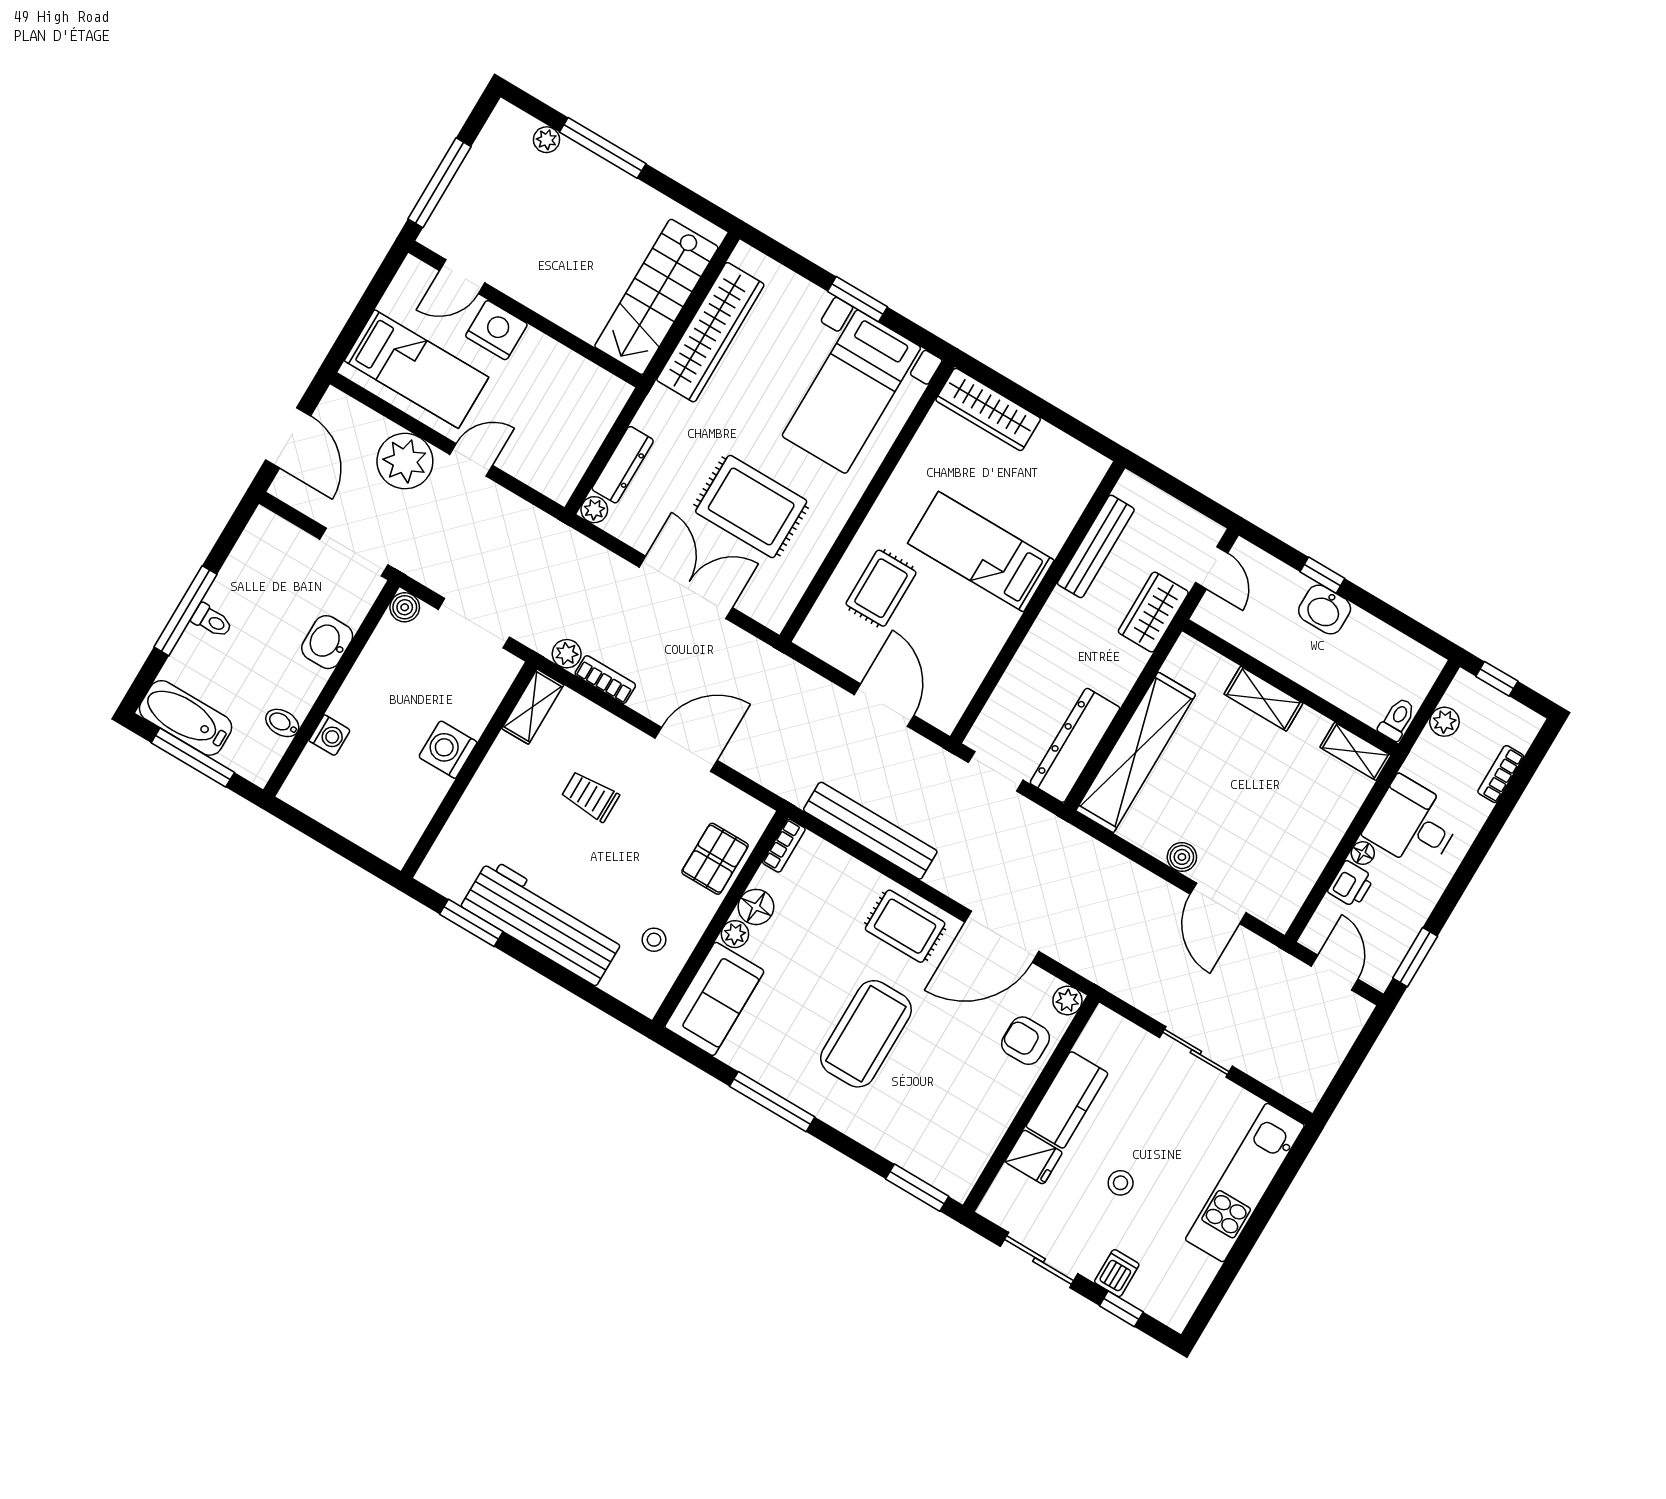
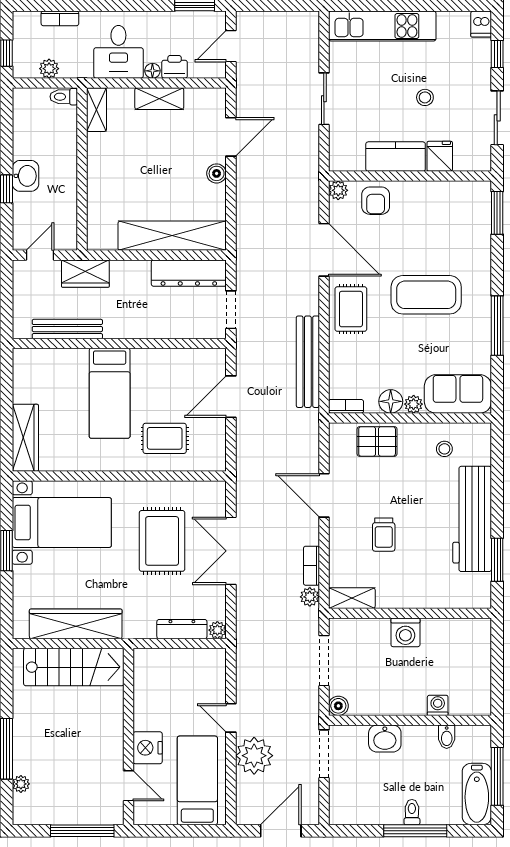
shelving: (1263, 699) -> (159, 99), moved, turned 90
dishwasher: (1117, 1273) -> (481, 24), moved, turned -90

